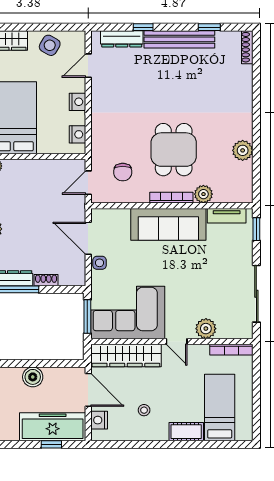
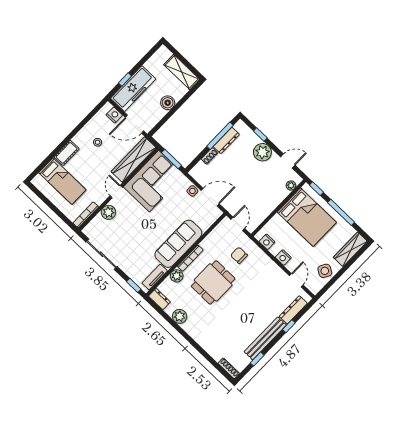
dining table: (174, 150) -> (213, 282), turned 90
chair: (123, 172) -> (239, 255), moved
dresser: (245, 189) -> (159, 299), added
door: (177, 341) -> (116, 192), hinge flipped

